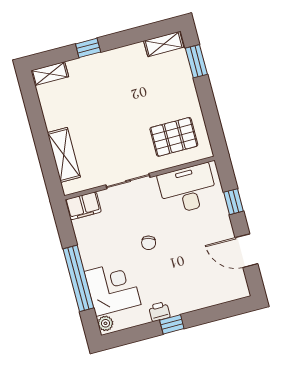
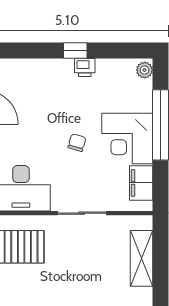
filing cabinet: (83, 206) -> (141, 183), moved, turned -90
corner desk: (113, 288) -> (127, 139), moved

